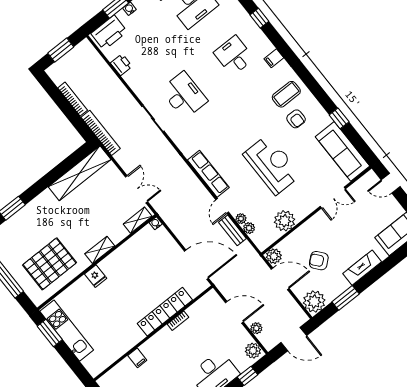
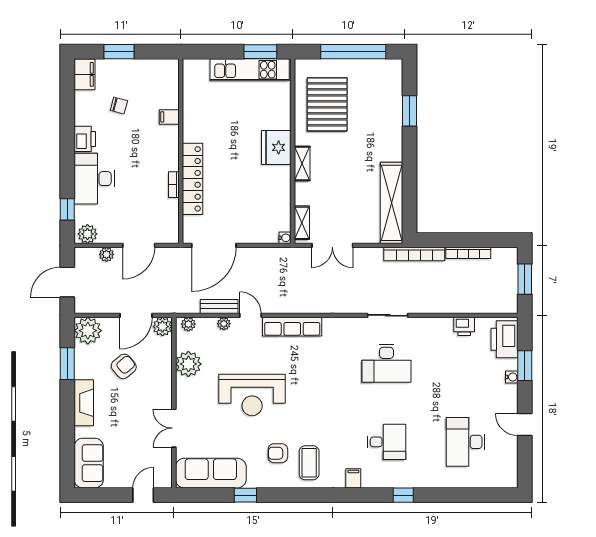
plant: (249, 228) -> (188, 324), moved
fridge: (96, 276) -> (276, 147), width x1.88, depth x1.34

